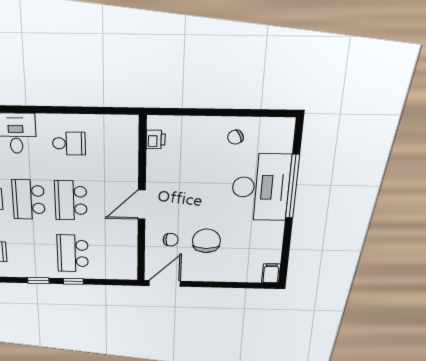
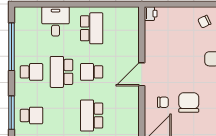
printer: (156, 139) -> (151, 14), moved
school desk: (69, 143) -> (92, 28), width x1.85
school desk: (71, 200) -> (92, 72), width x0.54

